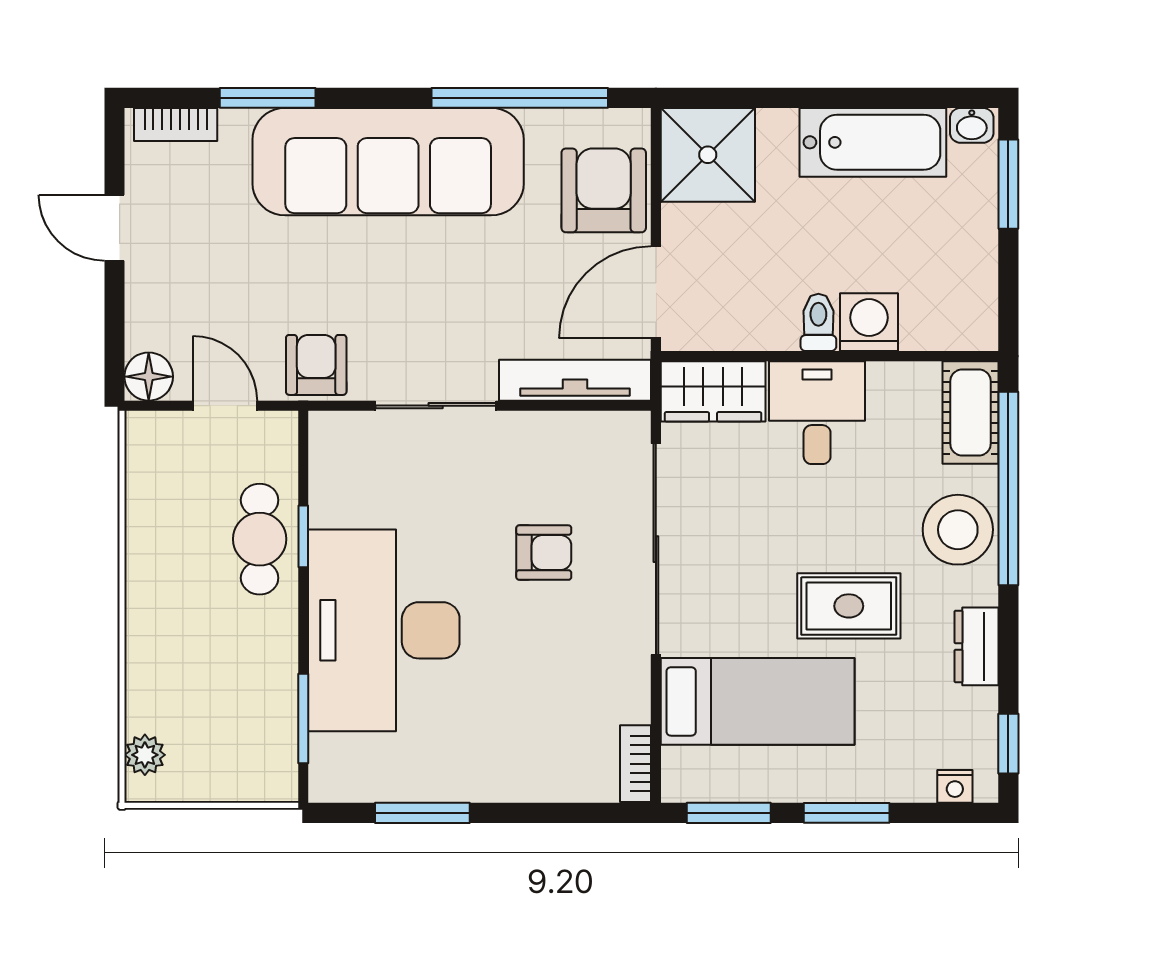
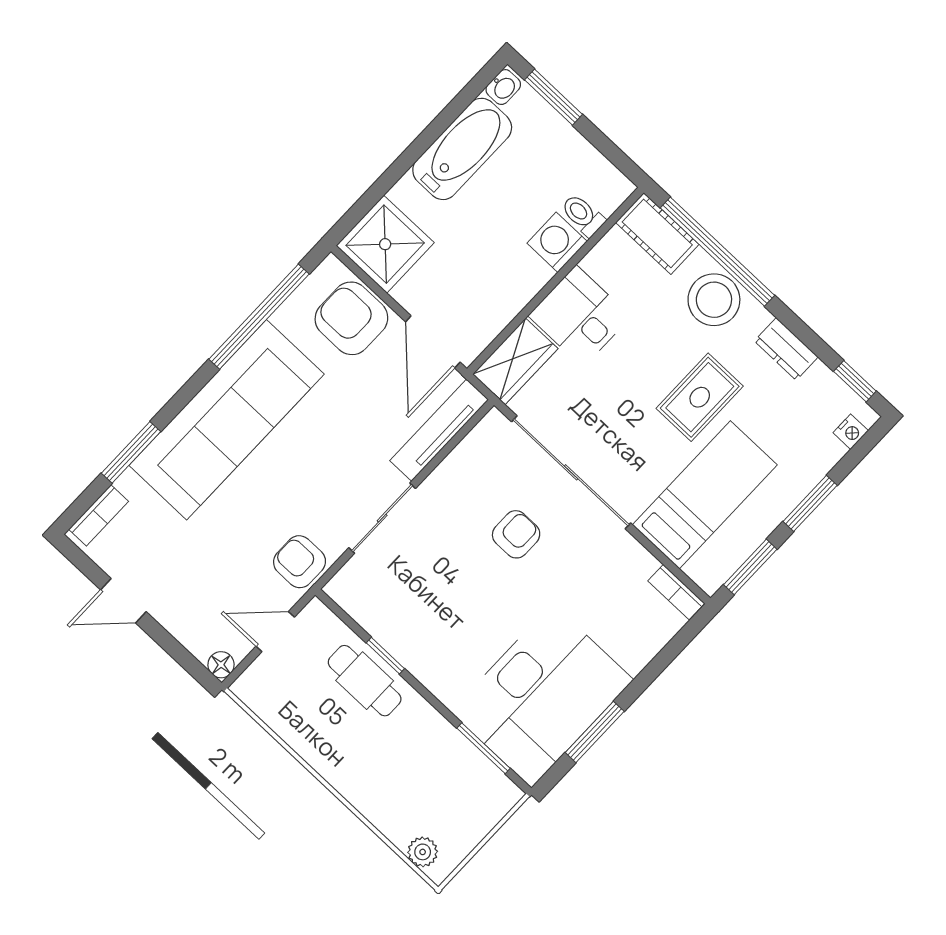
toilet: (818, 322) -> (583, 215), moved
floor lamp: (149, 377) -> (221, 665), width x0.73, depth x0.73
desk: (384, 630) -> (542, 696), moved, turned -90

